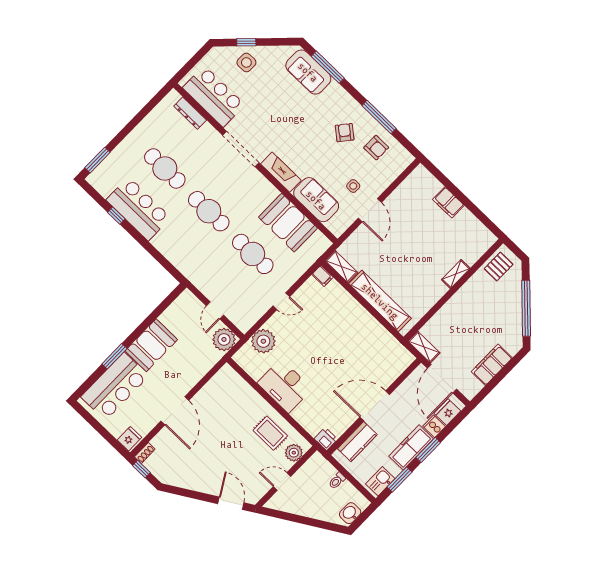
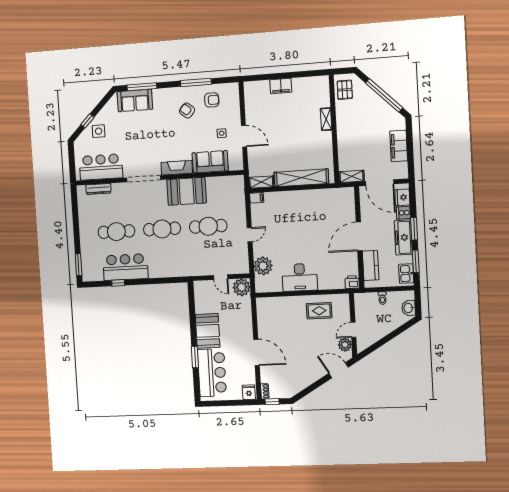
booth: (288, 223) -> (187, 191), moved
plant: (294, 453) -> (345, 345), moved

